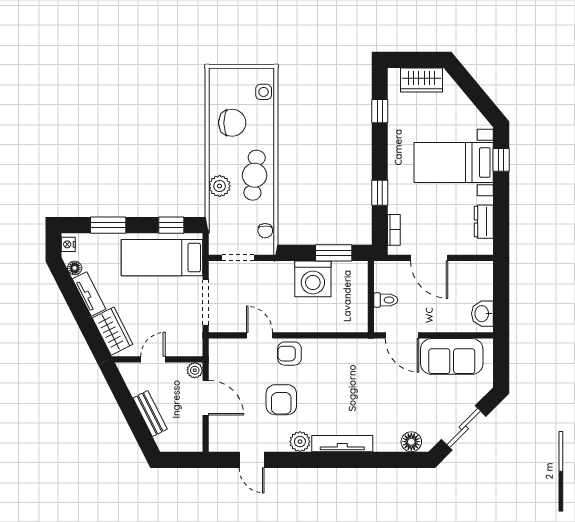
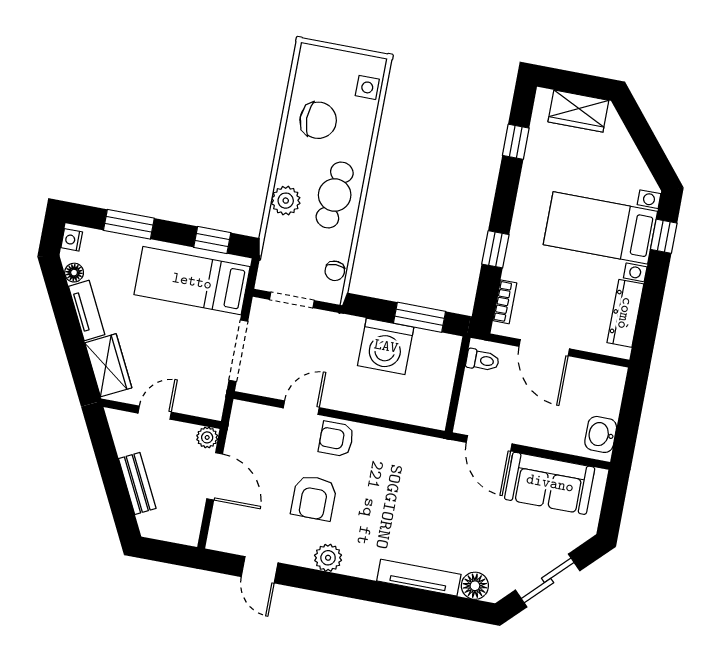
dresser: (484, 222) -> (625, 313), width x1.44
toilet: (386, 300) -> (483, 360), moved
door: (259, 335) -> (301, 408), hinge flipped
tv unit: (342, 444) -> (419, 578), moved

